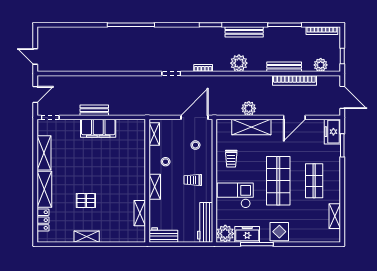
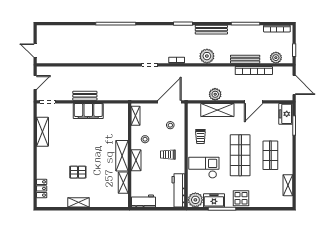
shelving: (44, 189) -> (122, 156), moved

